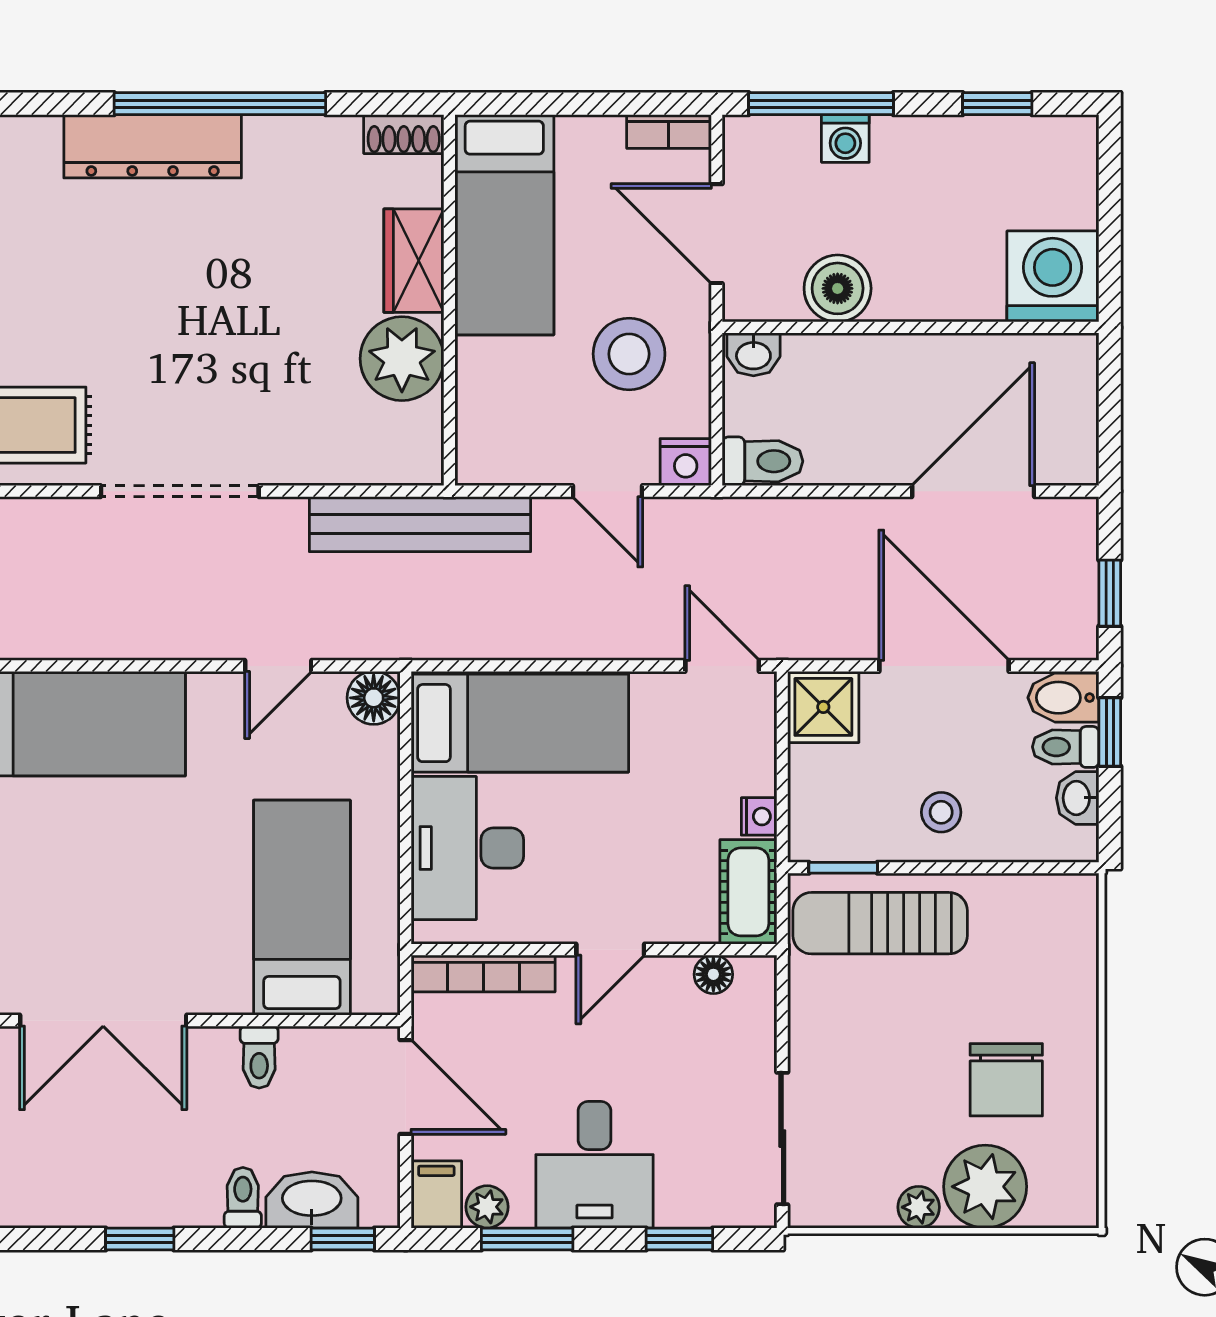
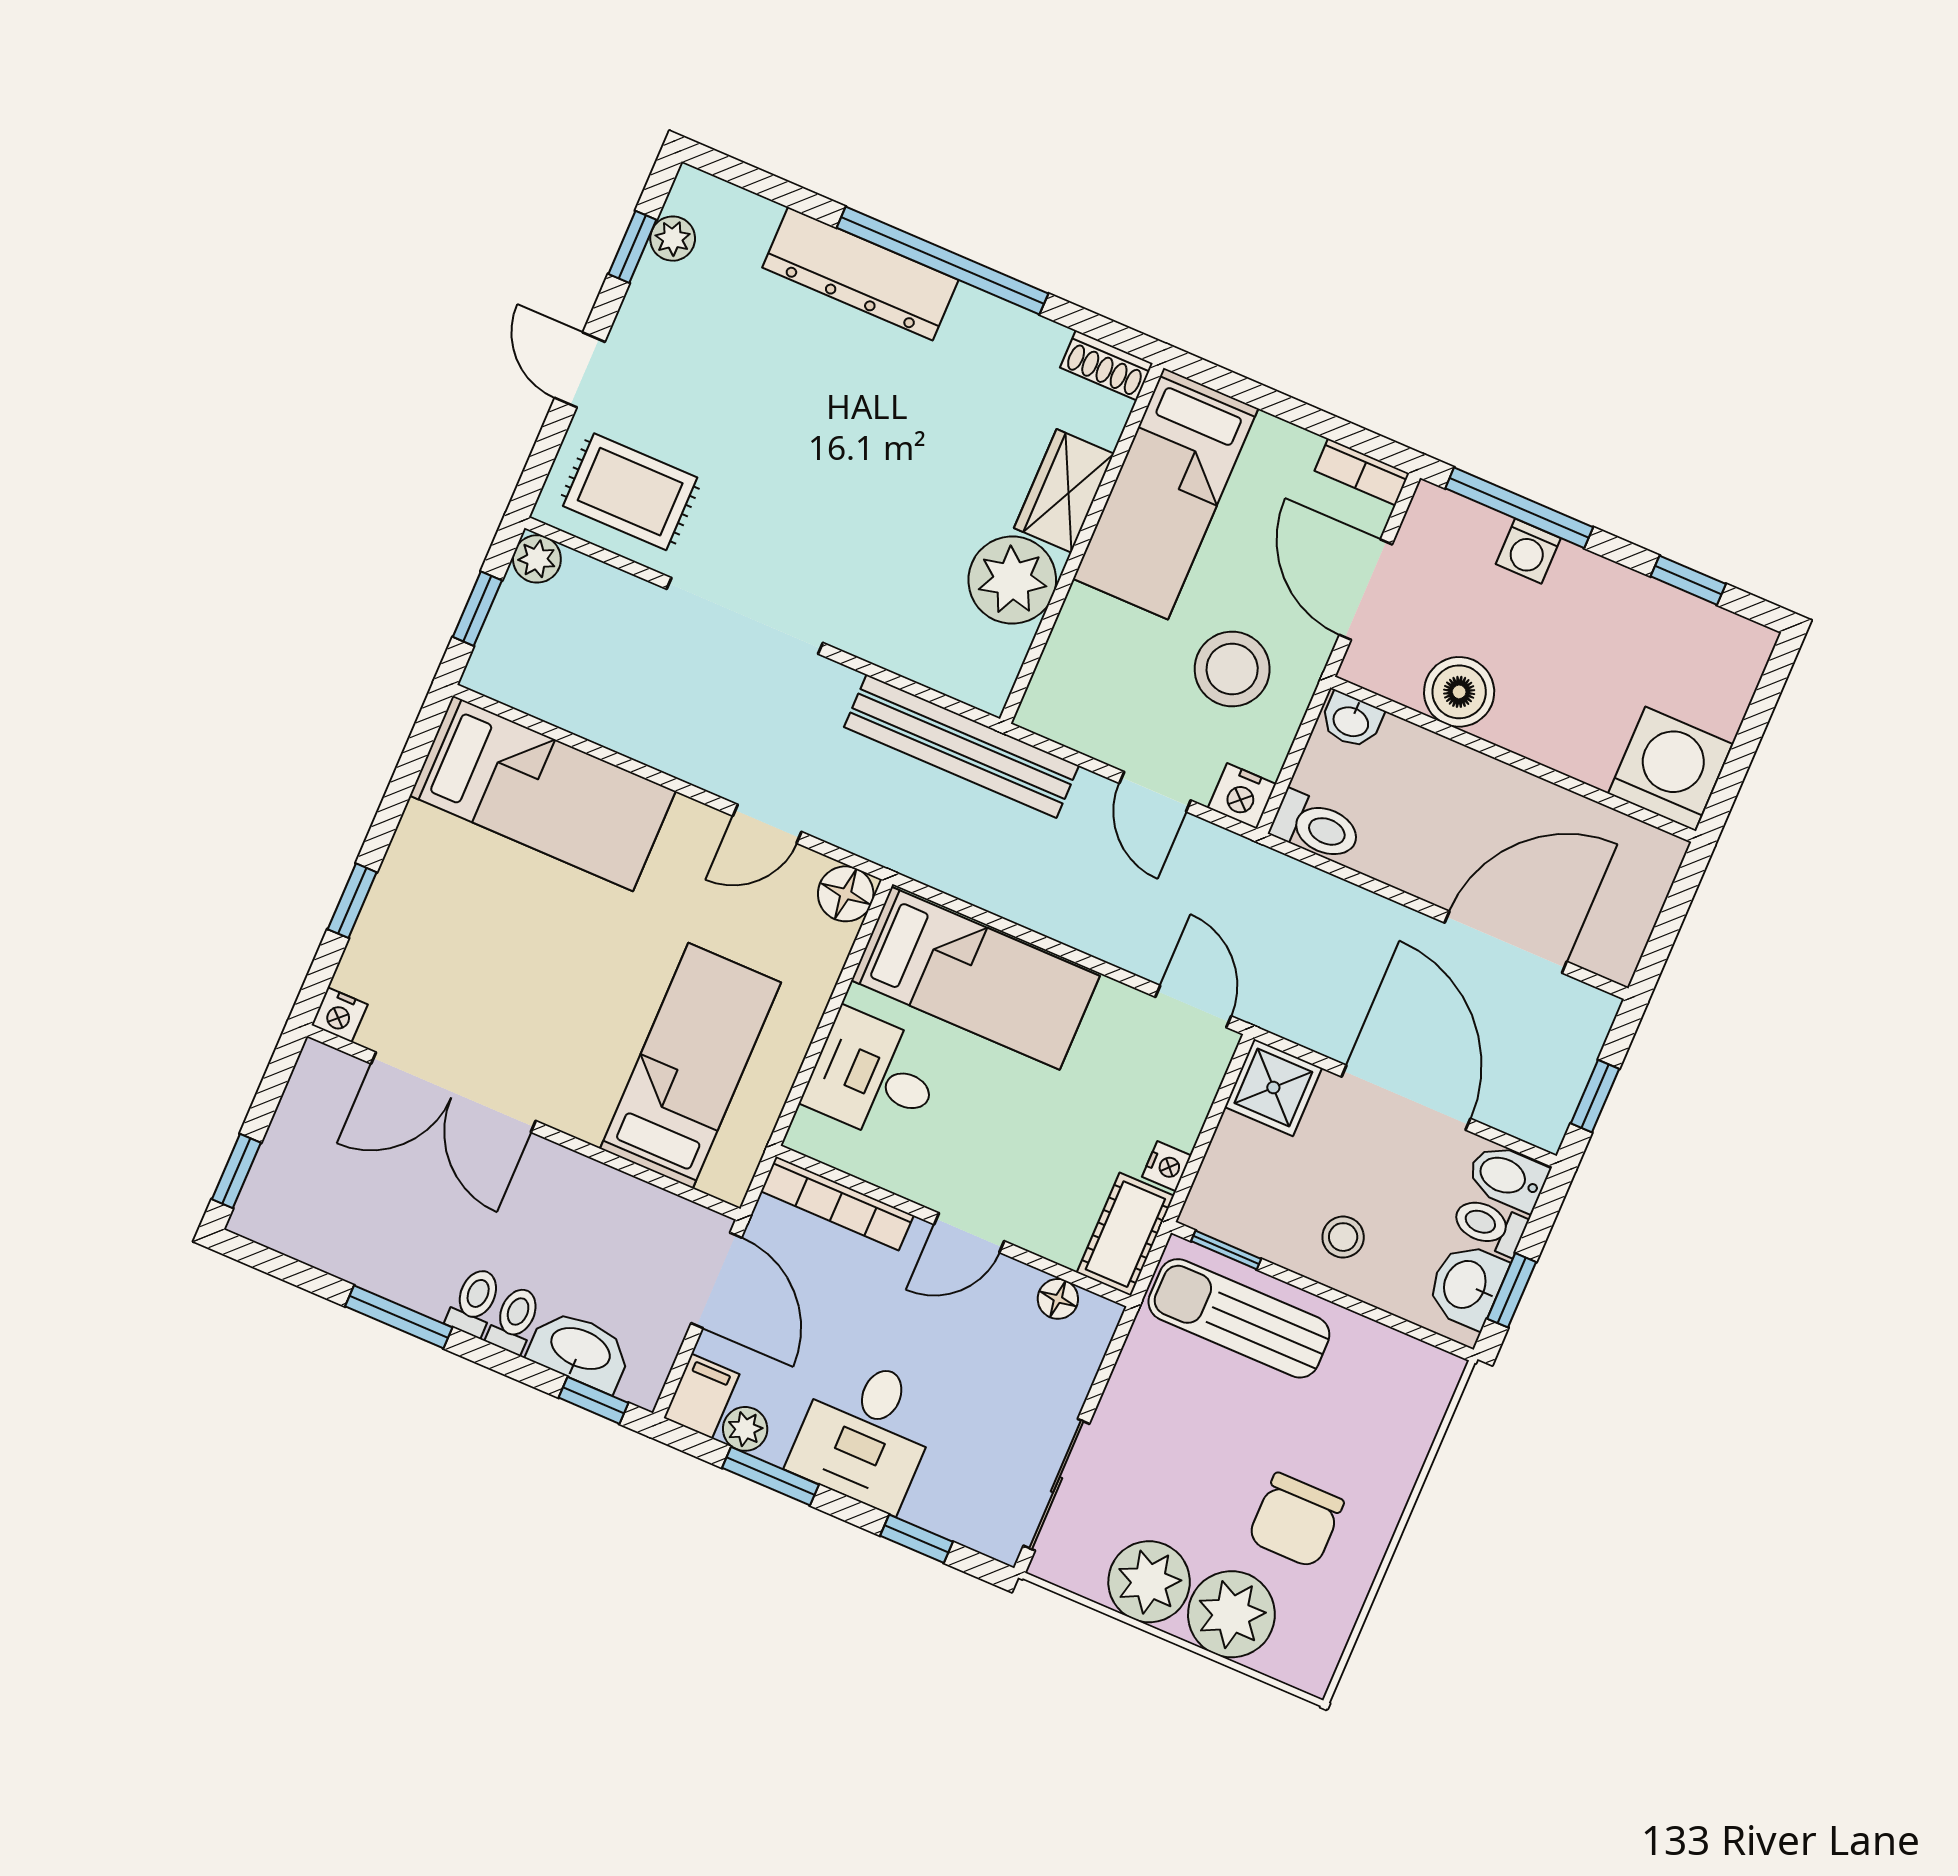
window: (1110, 732) -> (1512, 1290), moved
washbasin: (1078, 798) -> (1467, 1285), width x1.38, depth x1.45
desk: (467, 848) -> (874, 1076), width x0.73
toilet: (259, 1057) -> (475, 1302), moved, turned 180
plant: (919, 1207) -> (1149, 1582), width x1.87, depth x1.87
window: (140, 1239) -> (399, 1317), width x1.50

